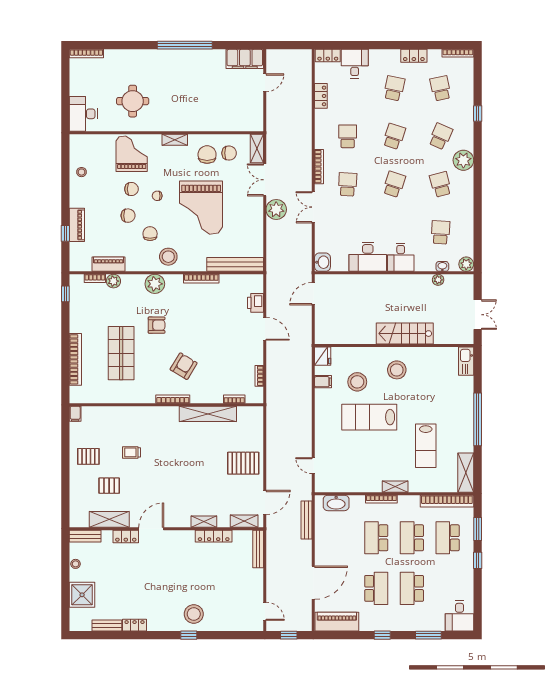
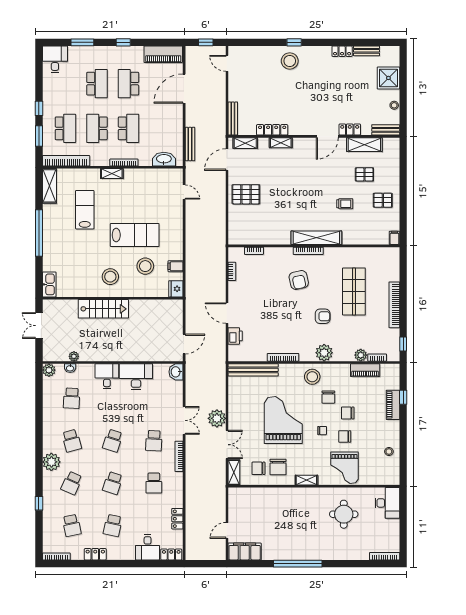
armchair: (157, 325) -> (323, 316), turned 180
bookcase: (75, 359) -> (394, 305), moved
armchair: (184, 366) -> (299, 280), turned -43
shelving: (208, 414) -> (316, 238), moved
school desk: (412, 538) -> (97, 128), turned 180

